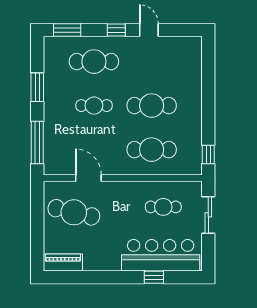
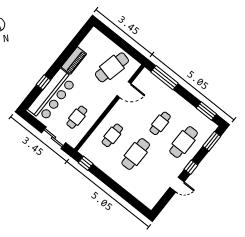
window: (37, 87) -> (206, 111), moved
cafe table: (152, 150) -> (112, 135), width x0.73, depth x0.74
piano: (63, 262) -> (74, 60), moved

